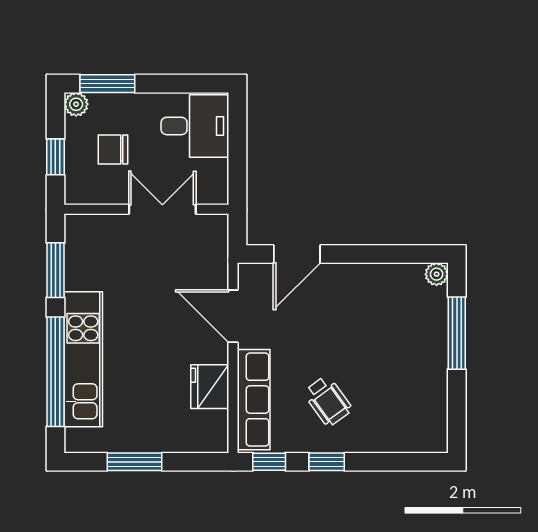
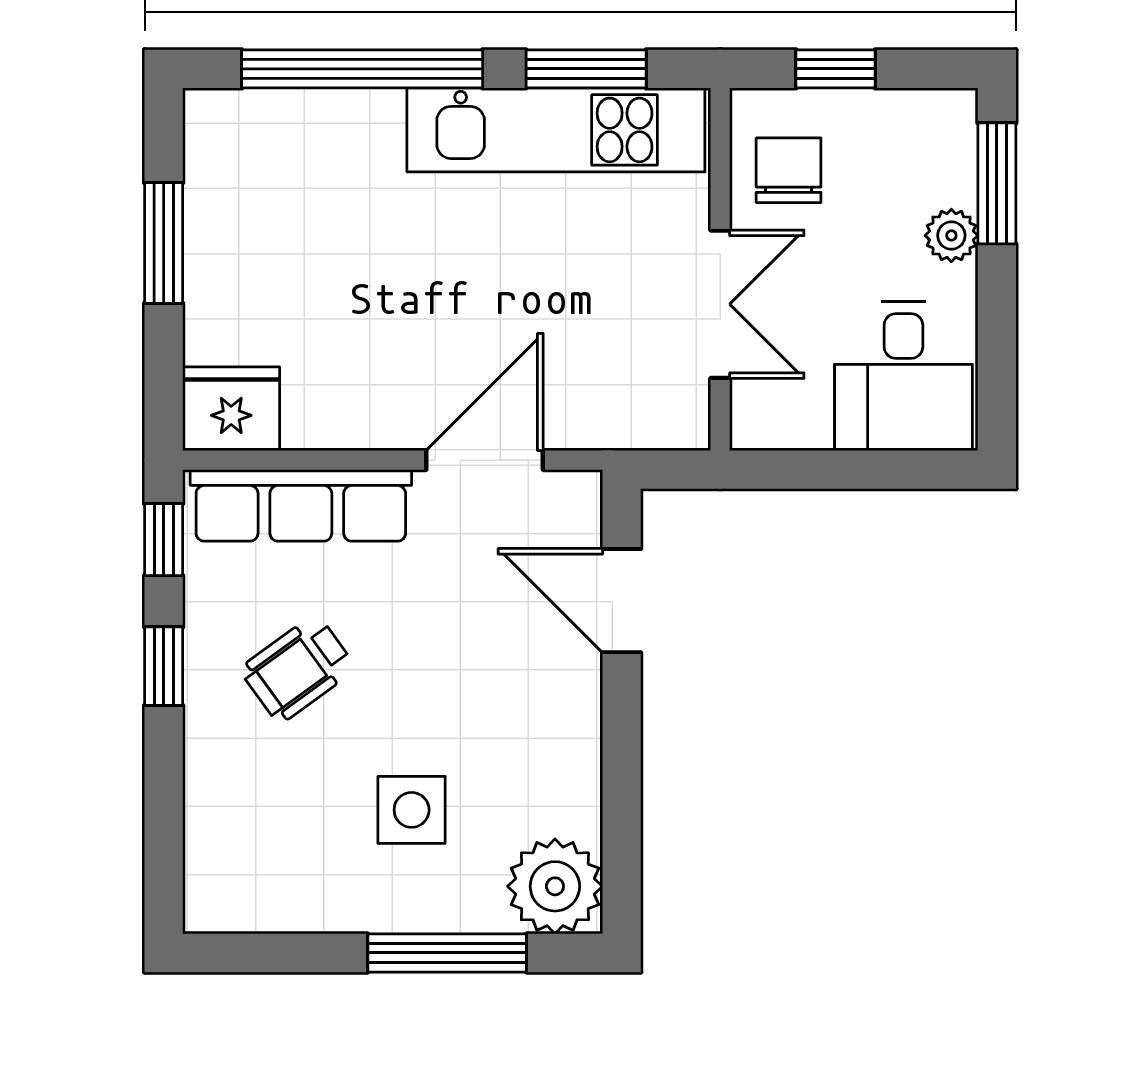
plant: (76, 104) -> (951, 235), moved
chair: (113, 149) -> (789, 170), moved
plant: (437, 274) -> (555, 886), width x1.88, depth x1.88
side table: (392, 349) -> (412, 810), added
kitchen unit: (83, 359) -> (556, 130), moved
fridge: (210, 387) -> (231, 409), moved

